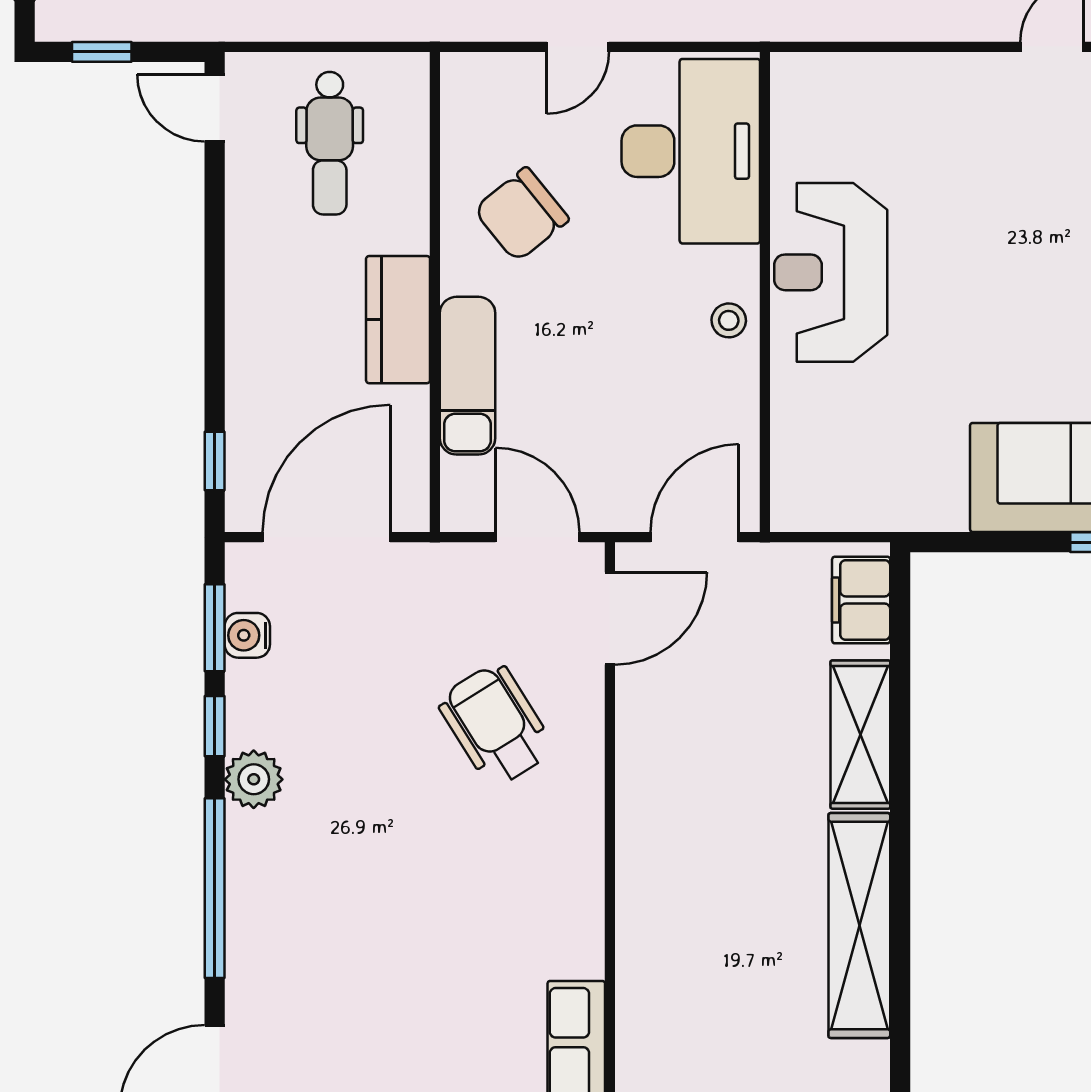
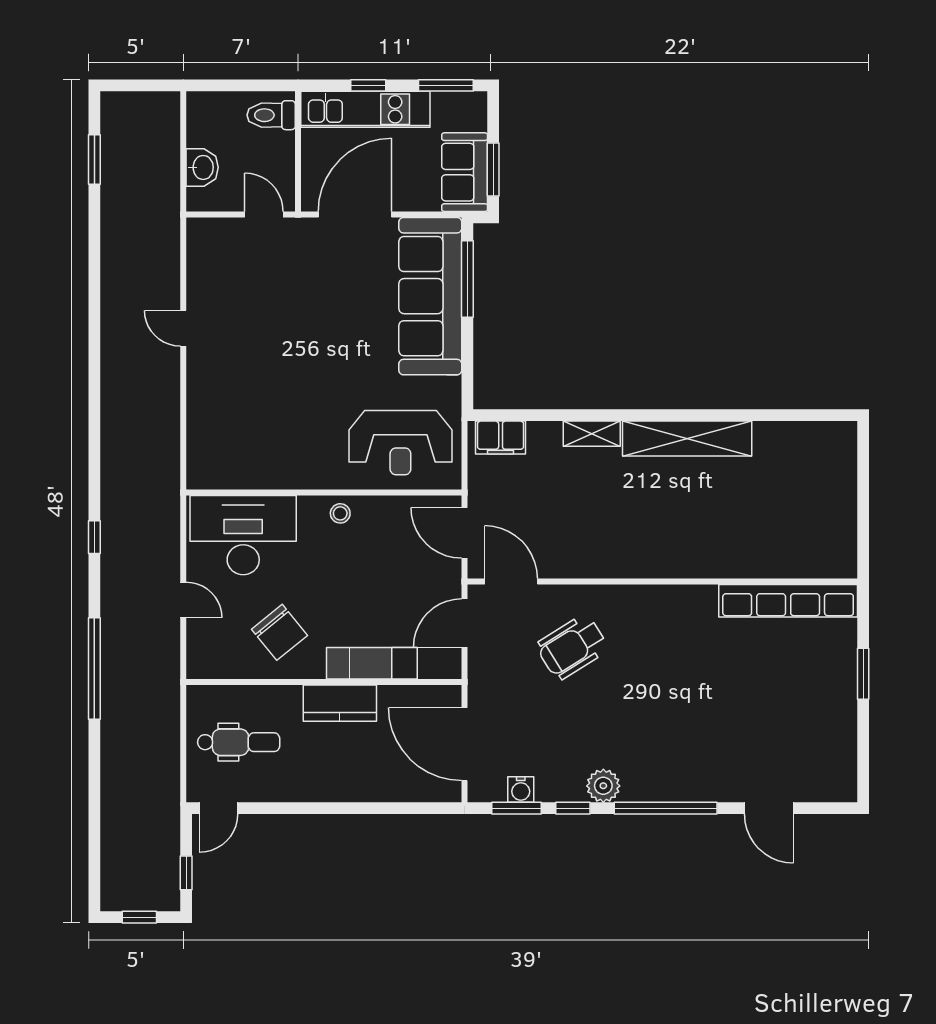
reception desk: (831, 272) -> (400, 443), moved
window: (215, 461) -> (421, 808), removed
shelving: (860, 735) -> (592, 434), width x0.67, depth x0.75

